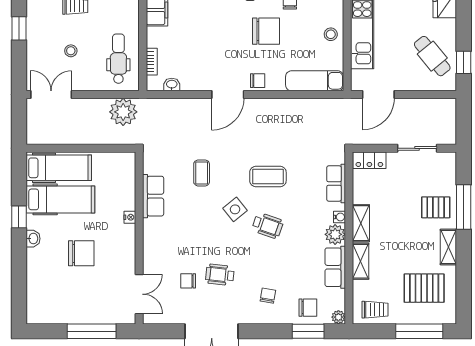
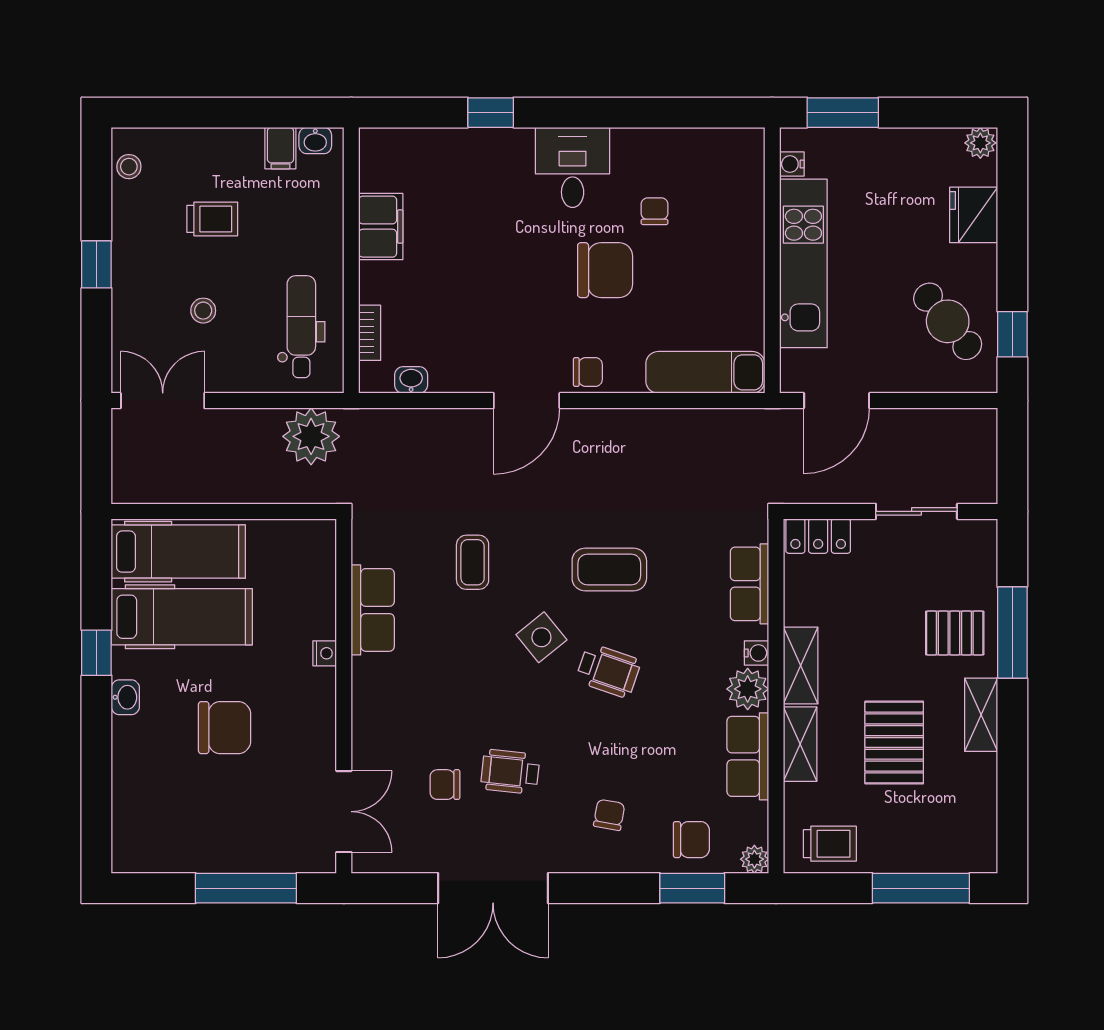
stool: (331, 34) -> (739, 277), removed
pallet: (424, 288) -> (894, 742), moved, turned 90

